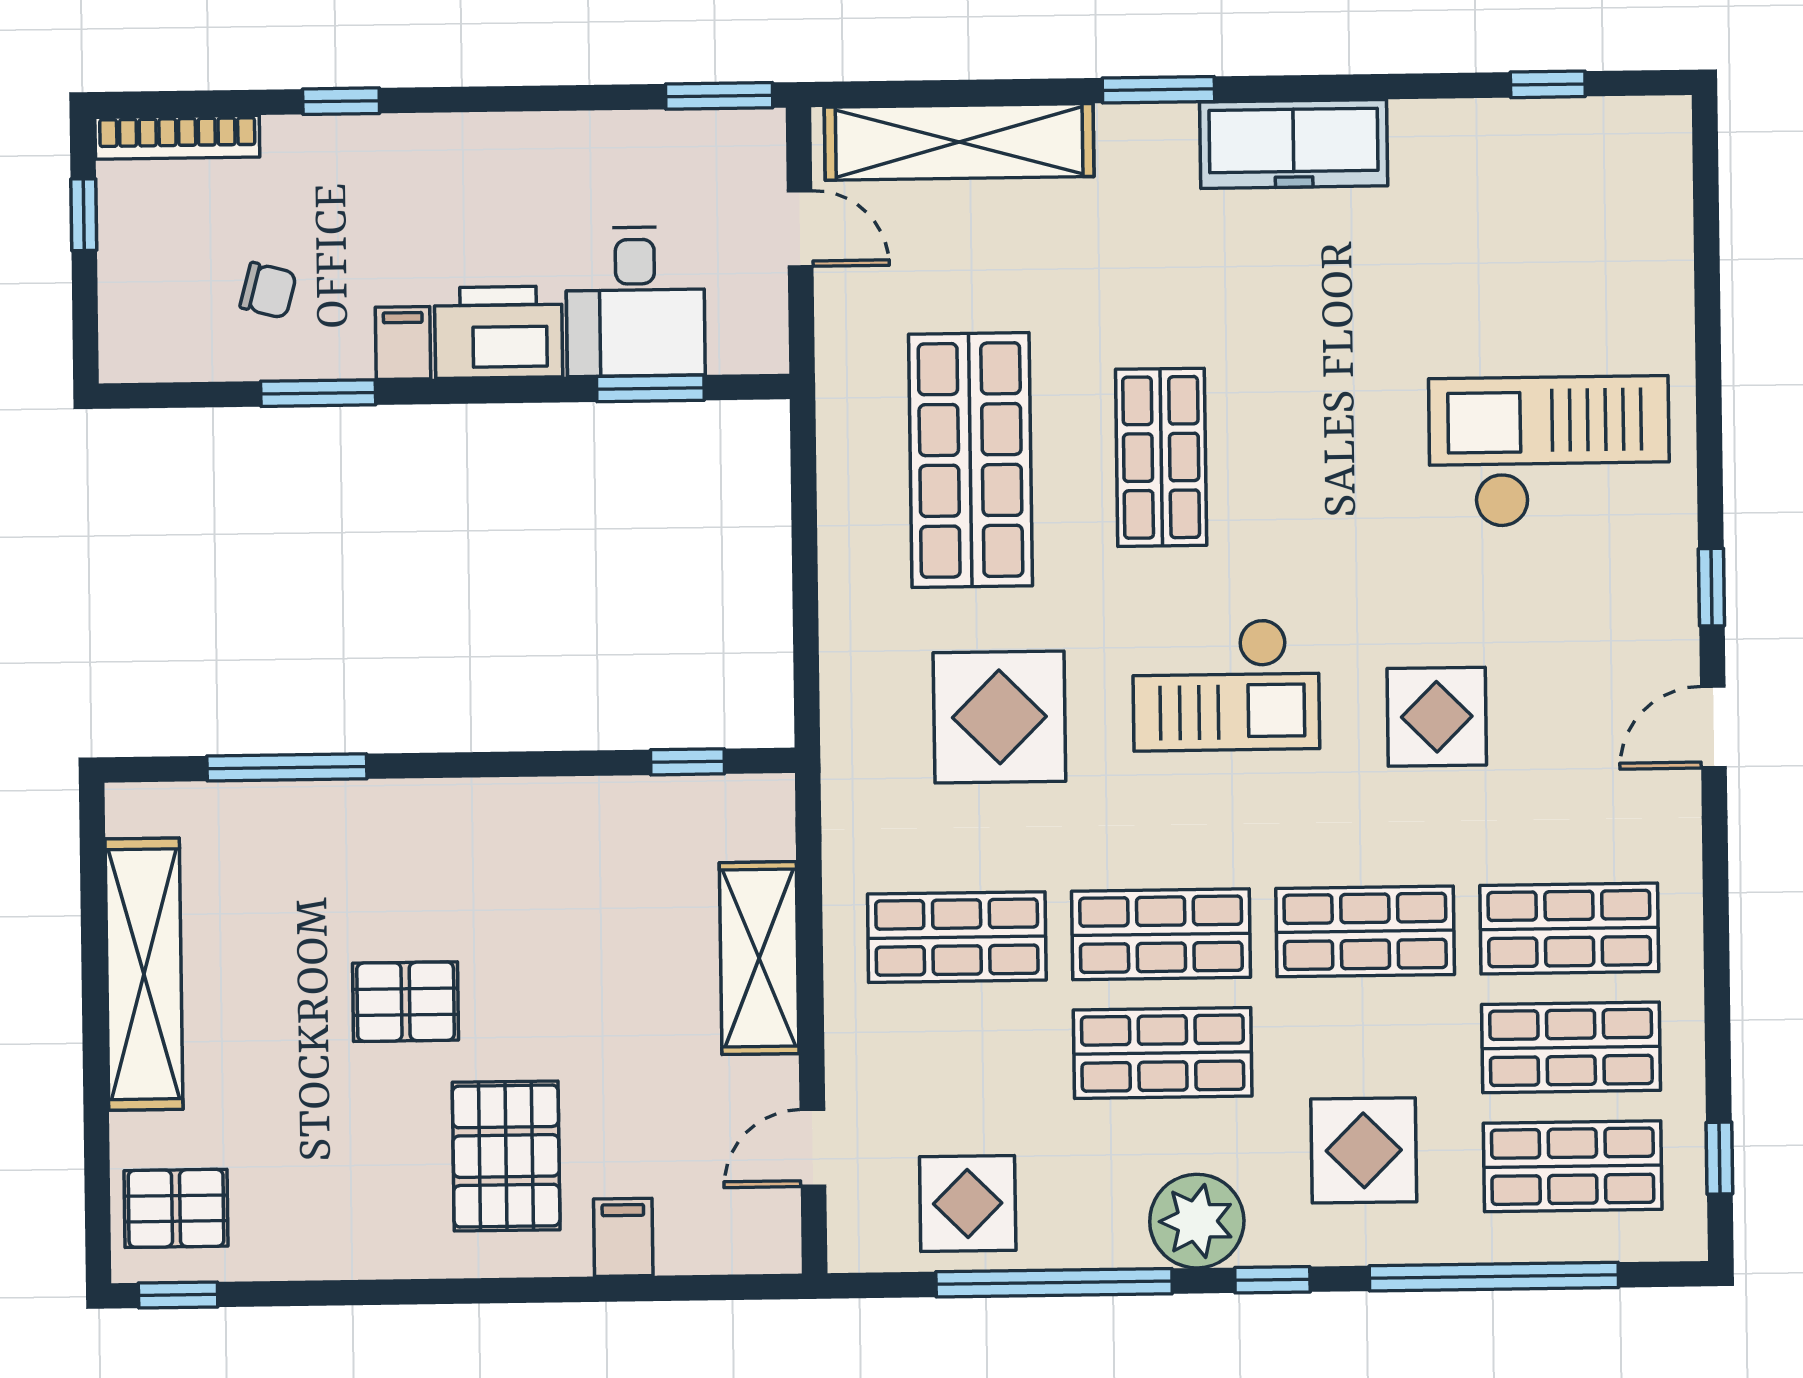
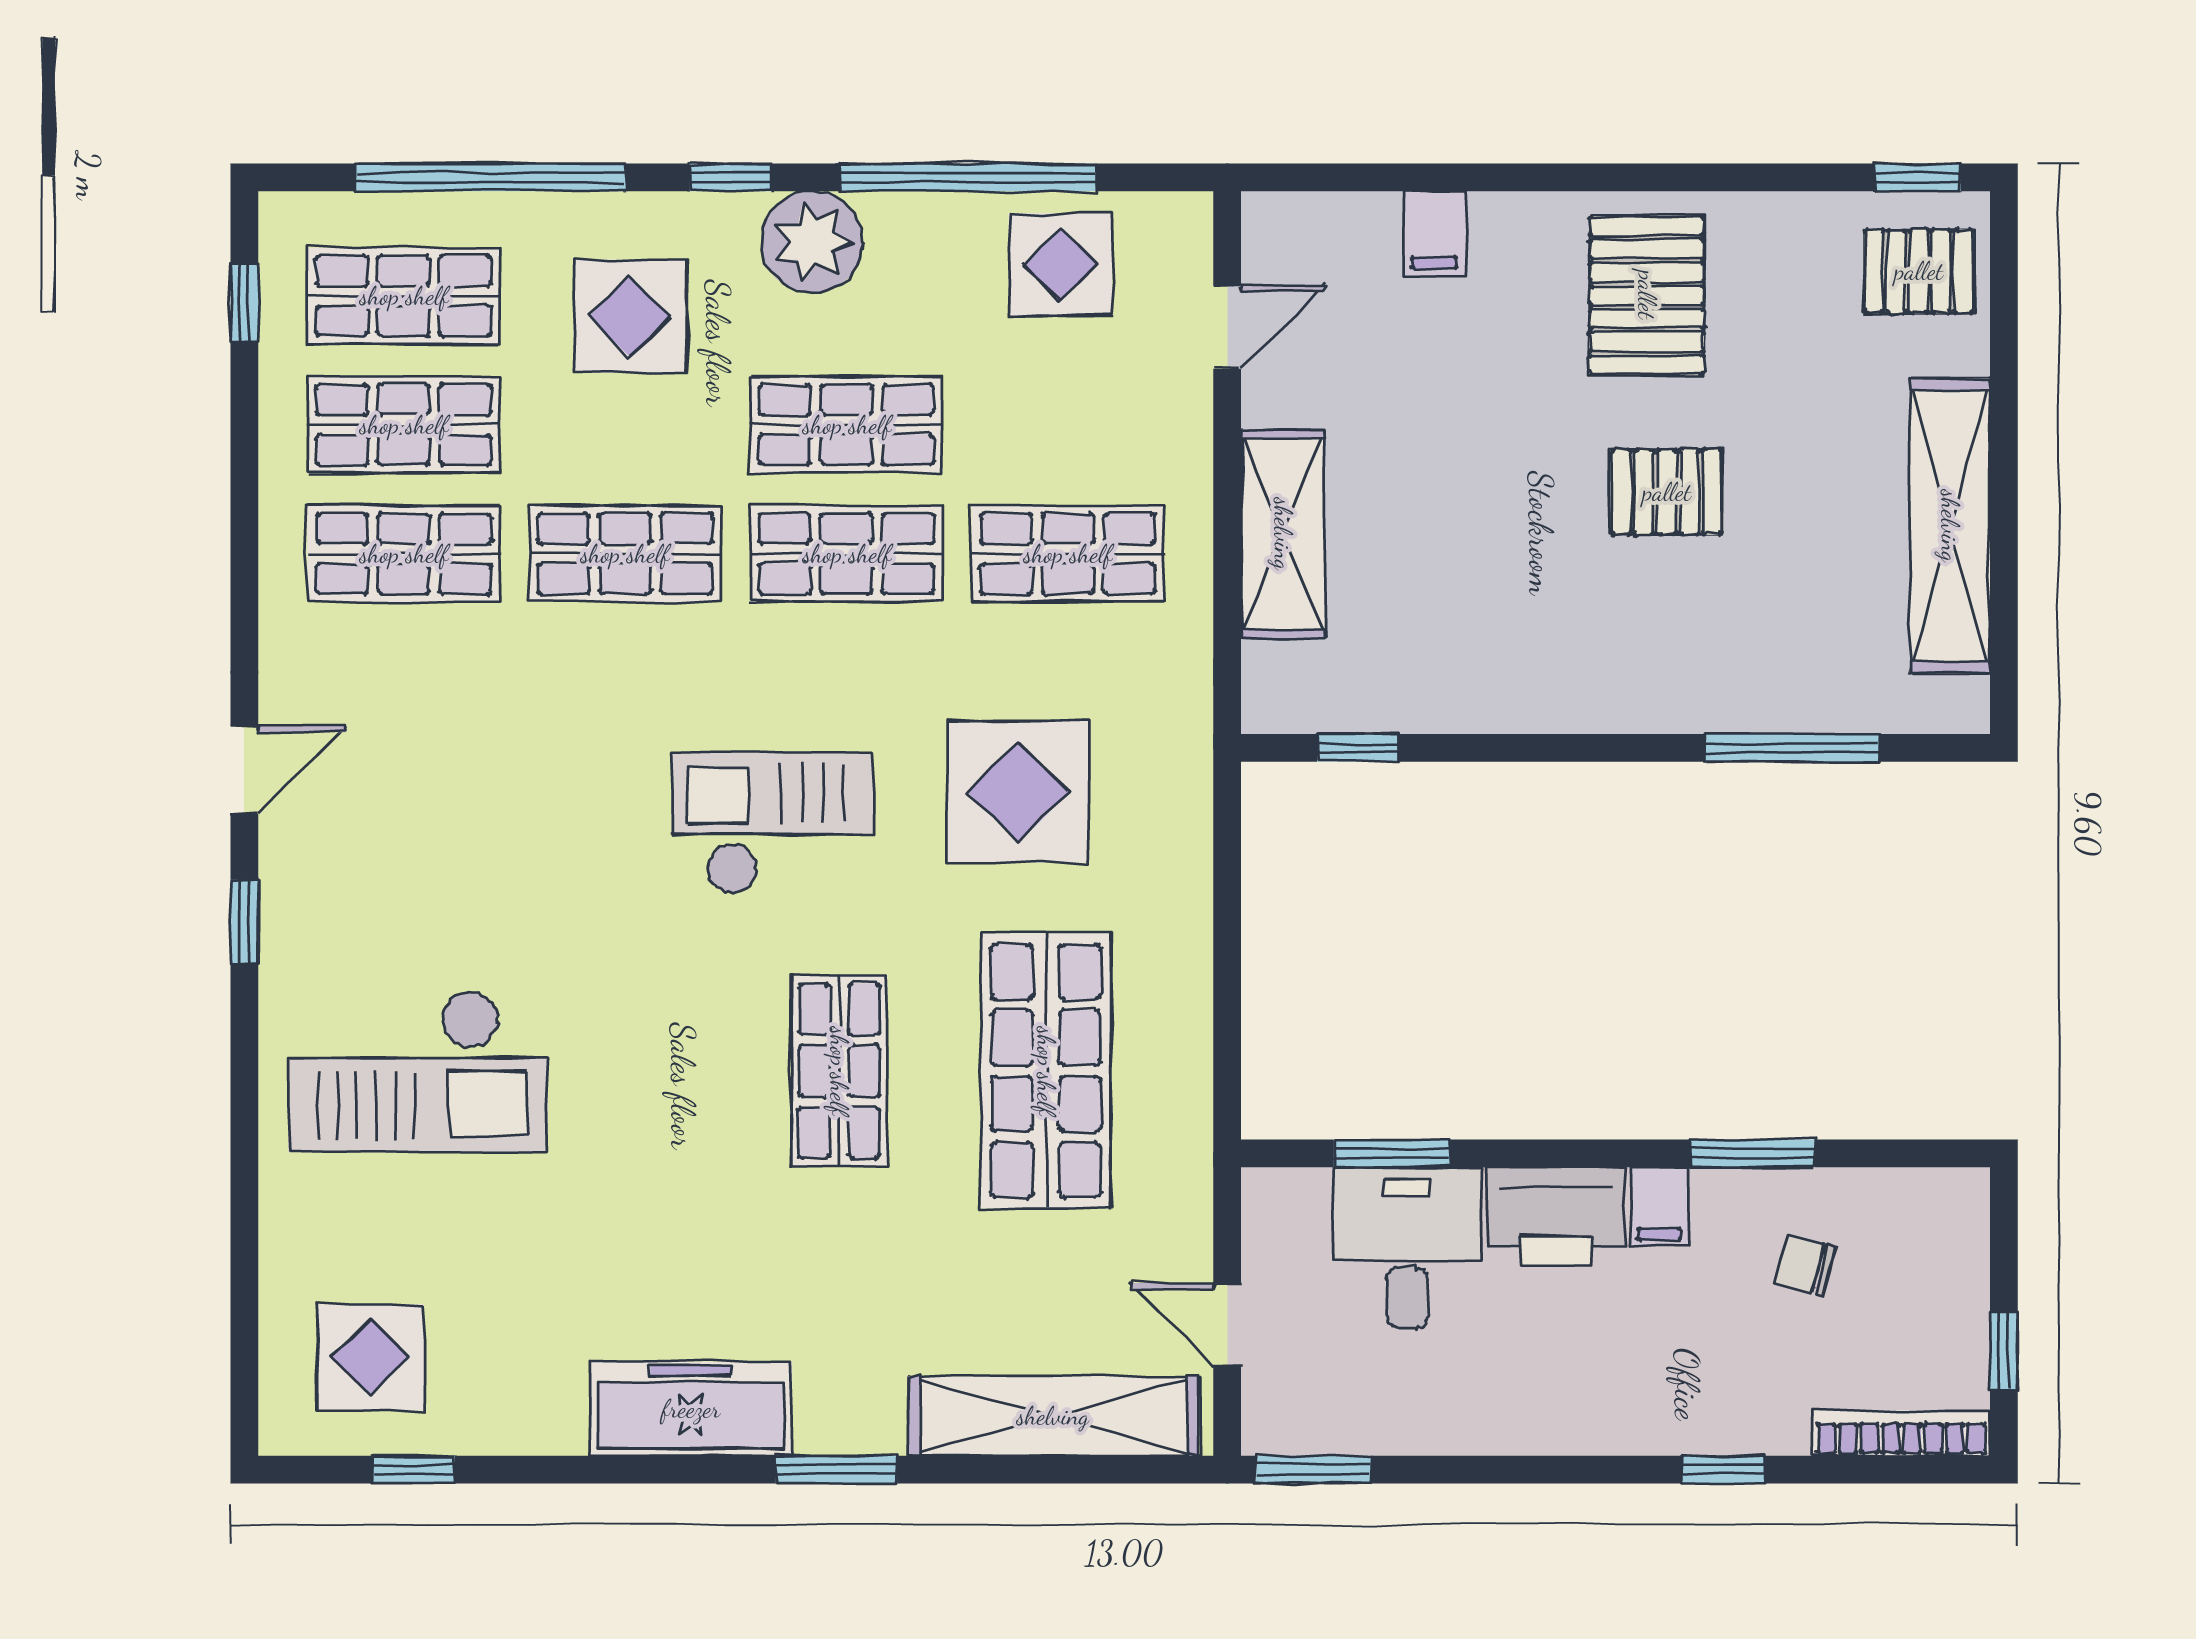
display table: (1437, 717) -> (371, 1358), moved
pallet: (506, 1156) -> (1647, 295), moved

